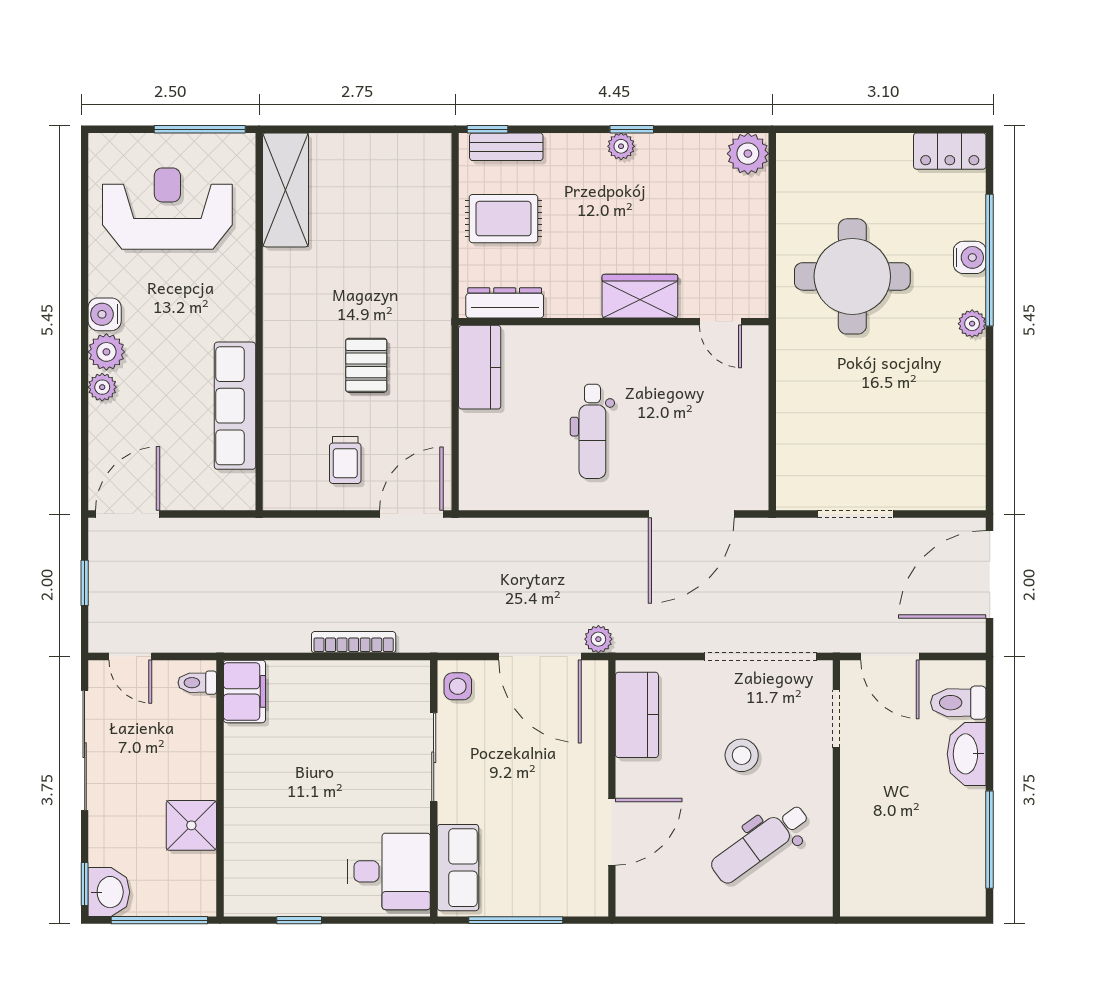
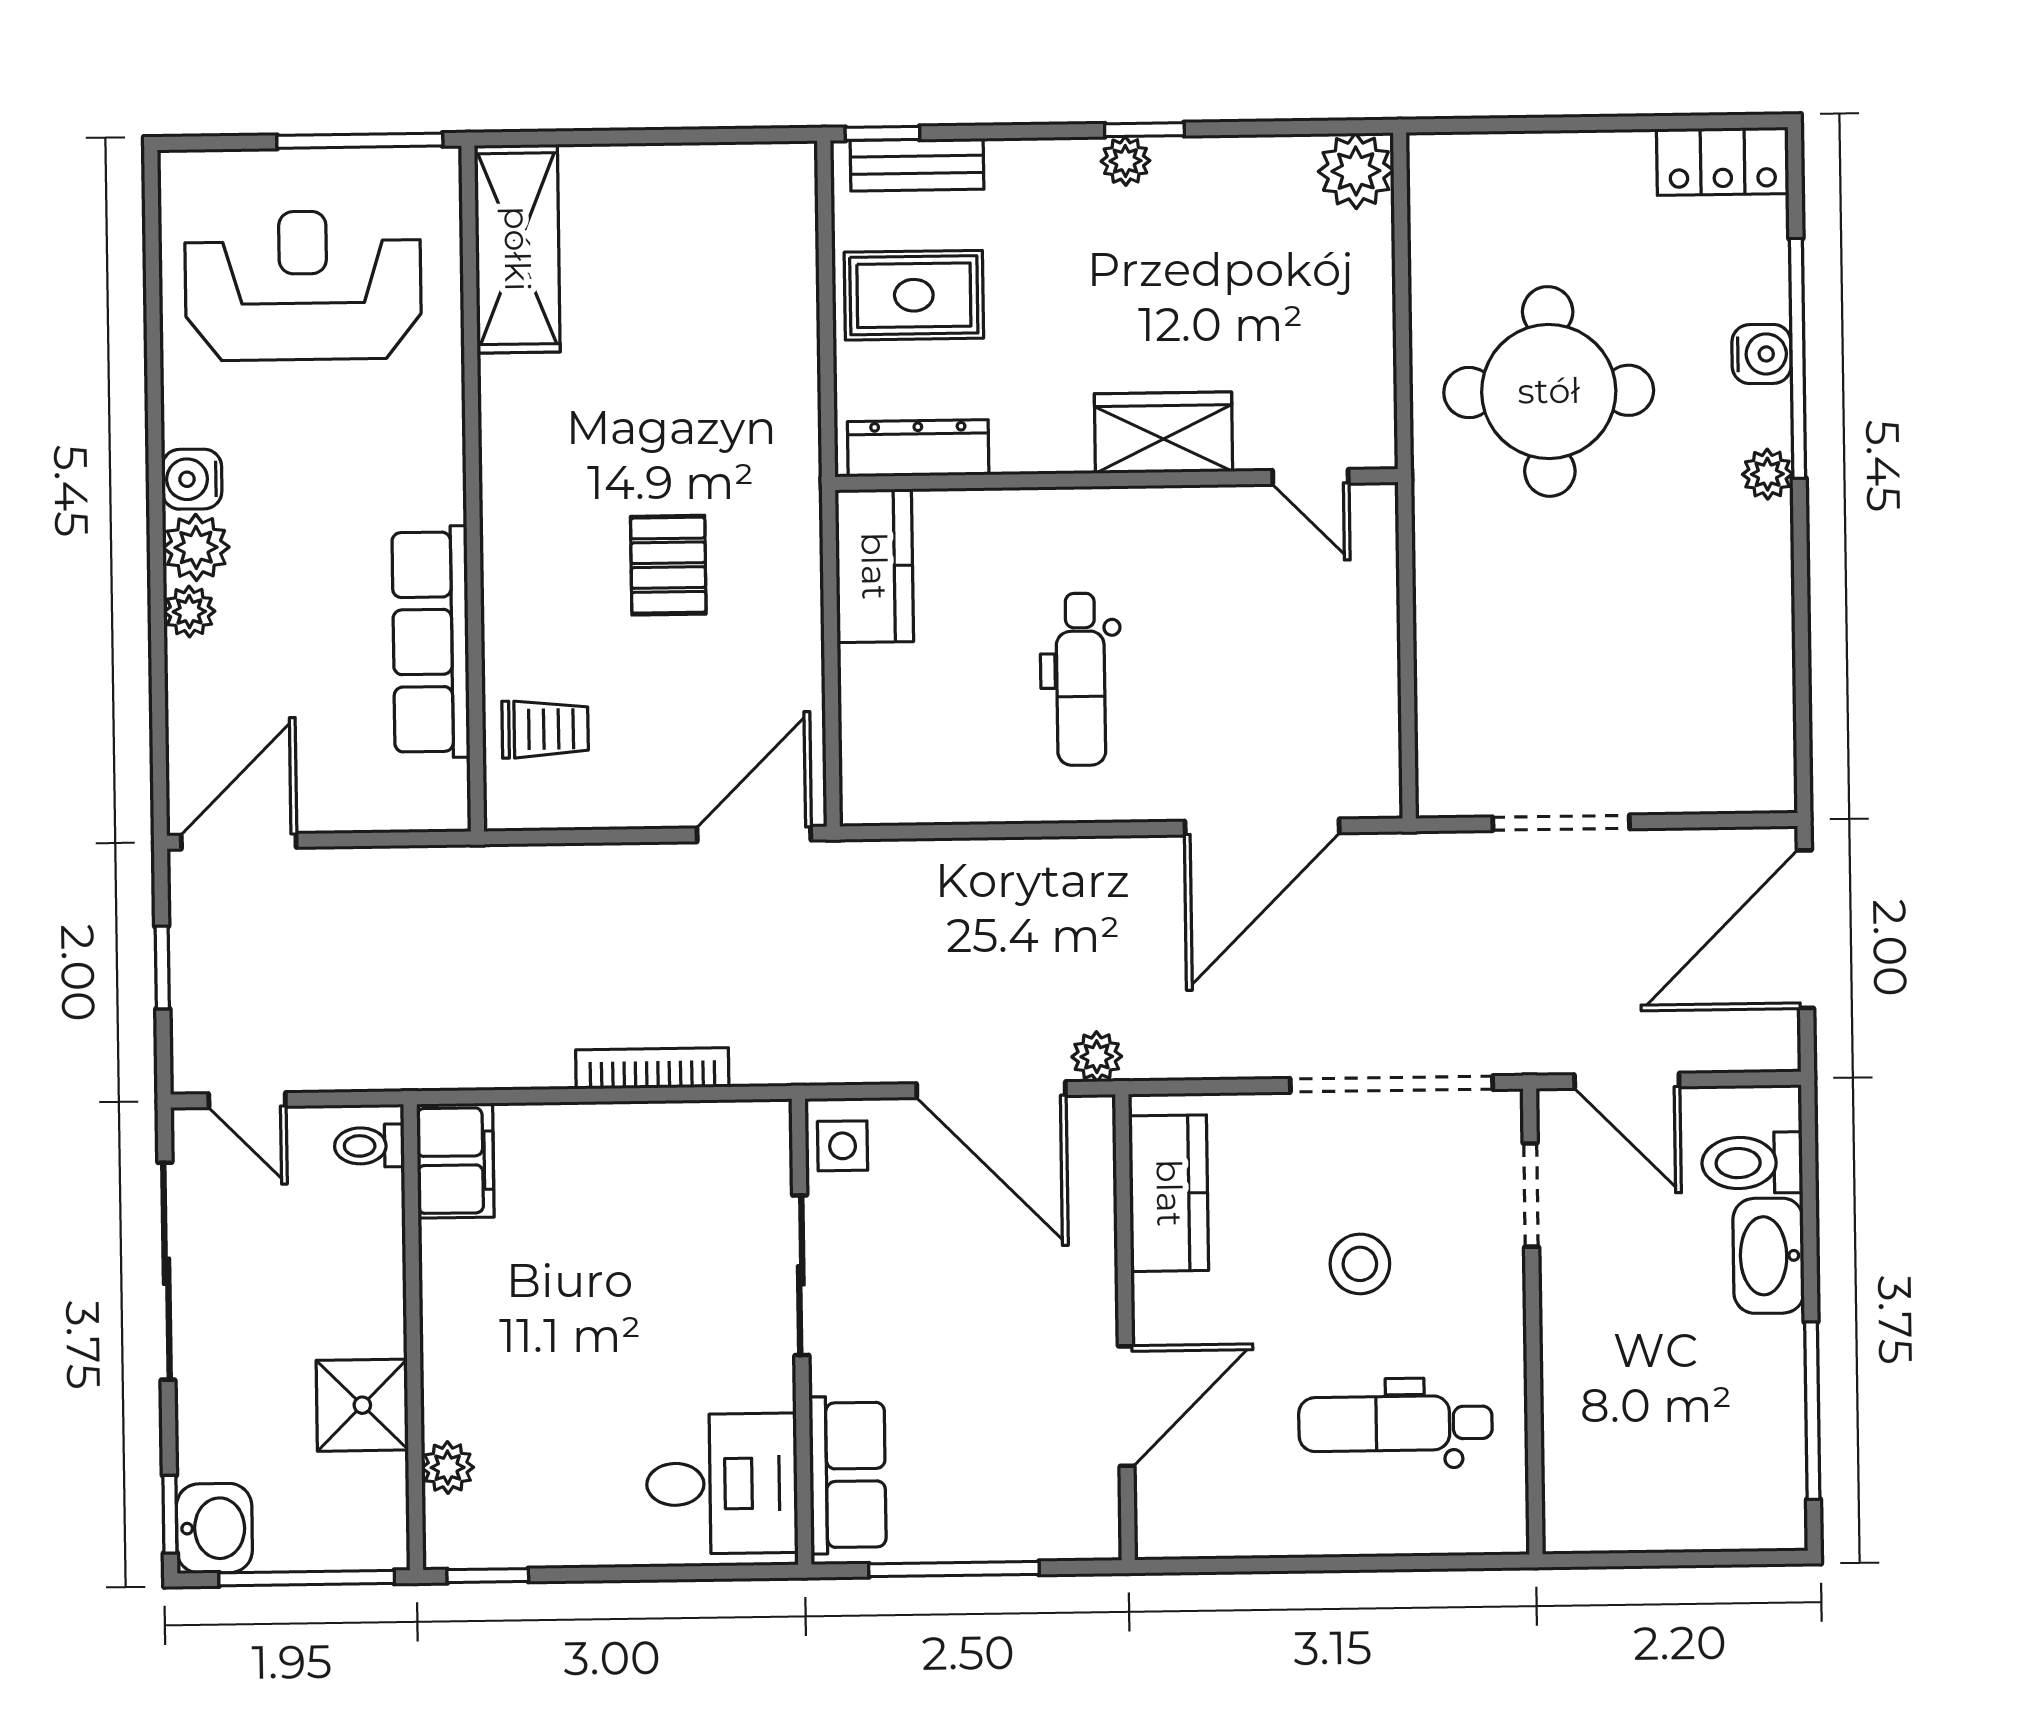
trolley: (345, 460) -> (545, 729), moved, turned -90
dental chair: (760, 843) -> (1395, 1423), turned 36
plant: (238, 860) -> (448, 1468), added
window: (299, 920) -> (488, 1576), moved

